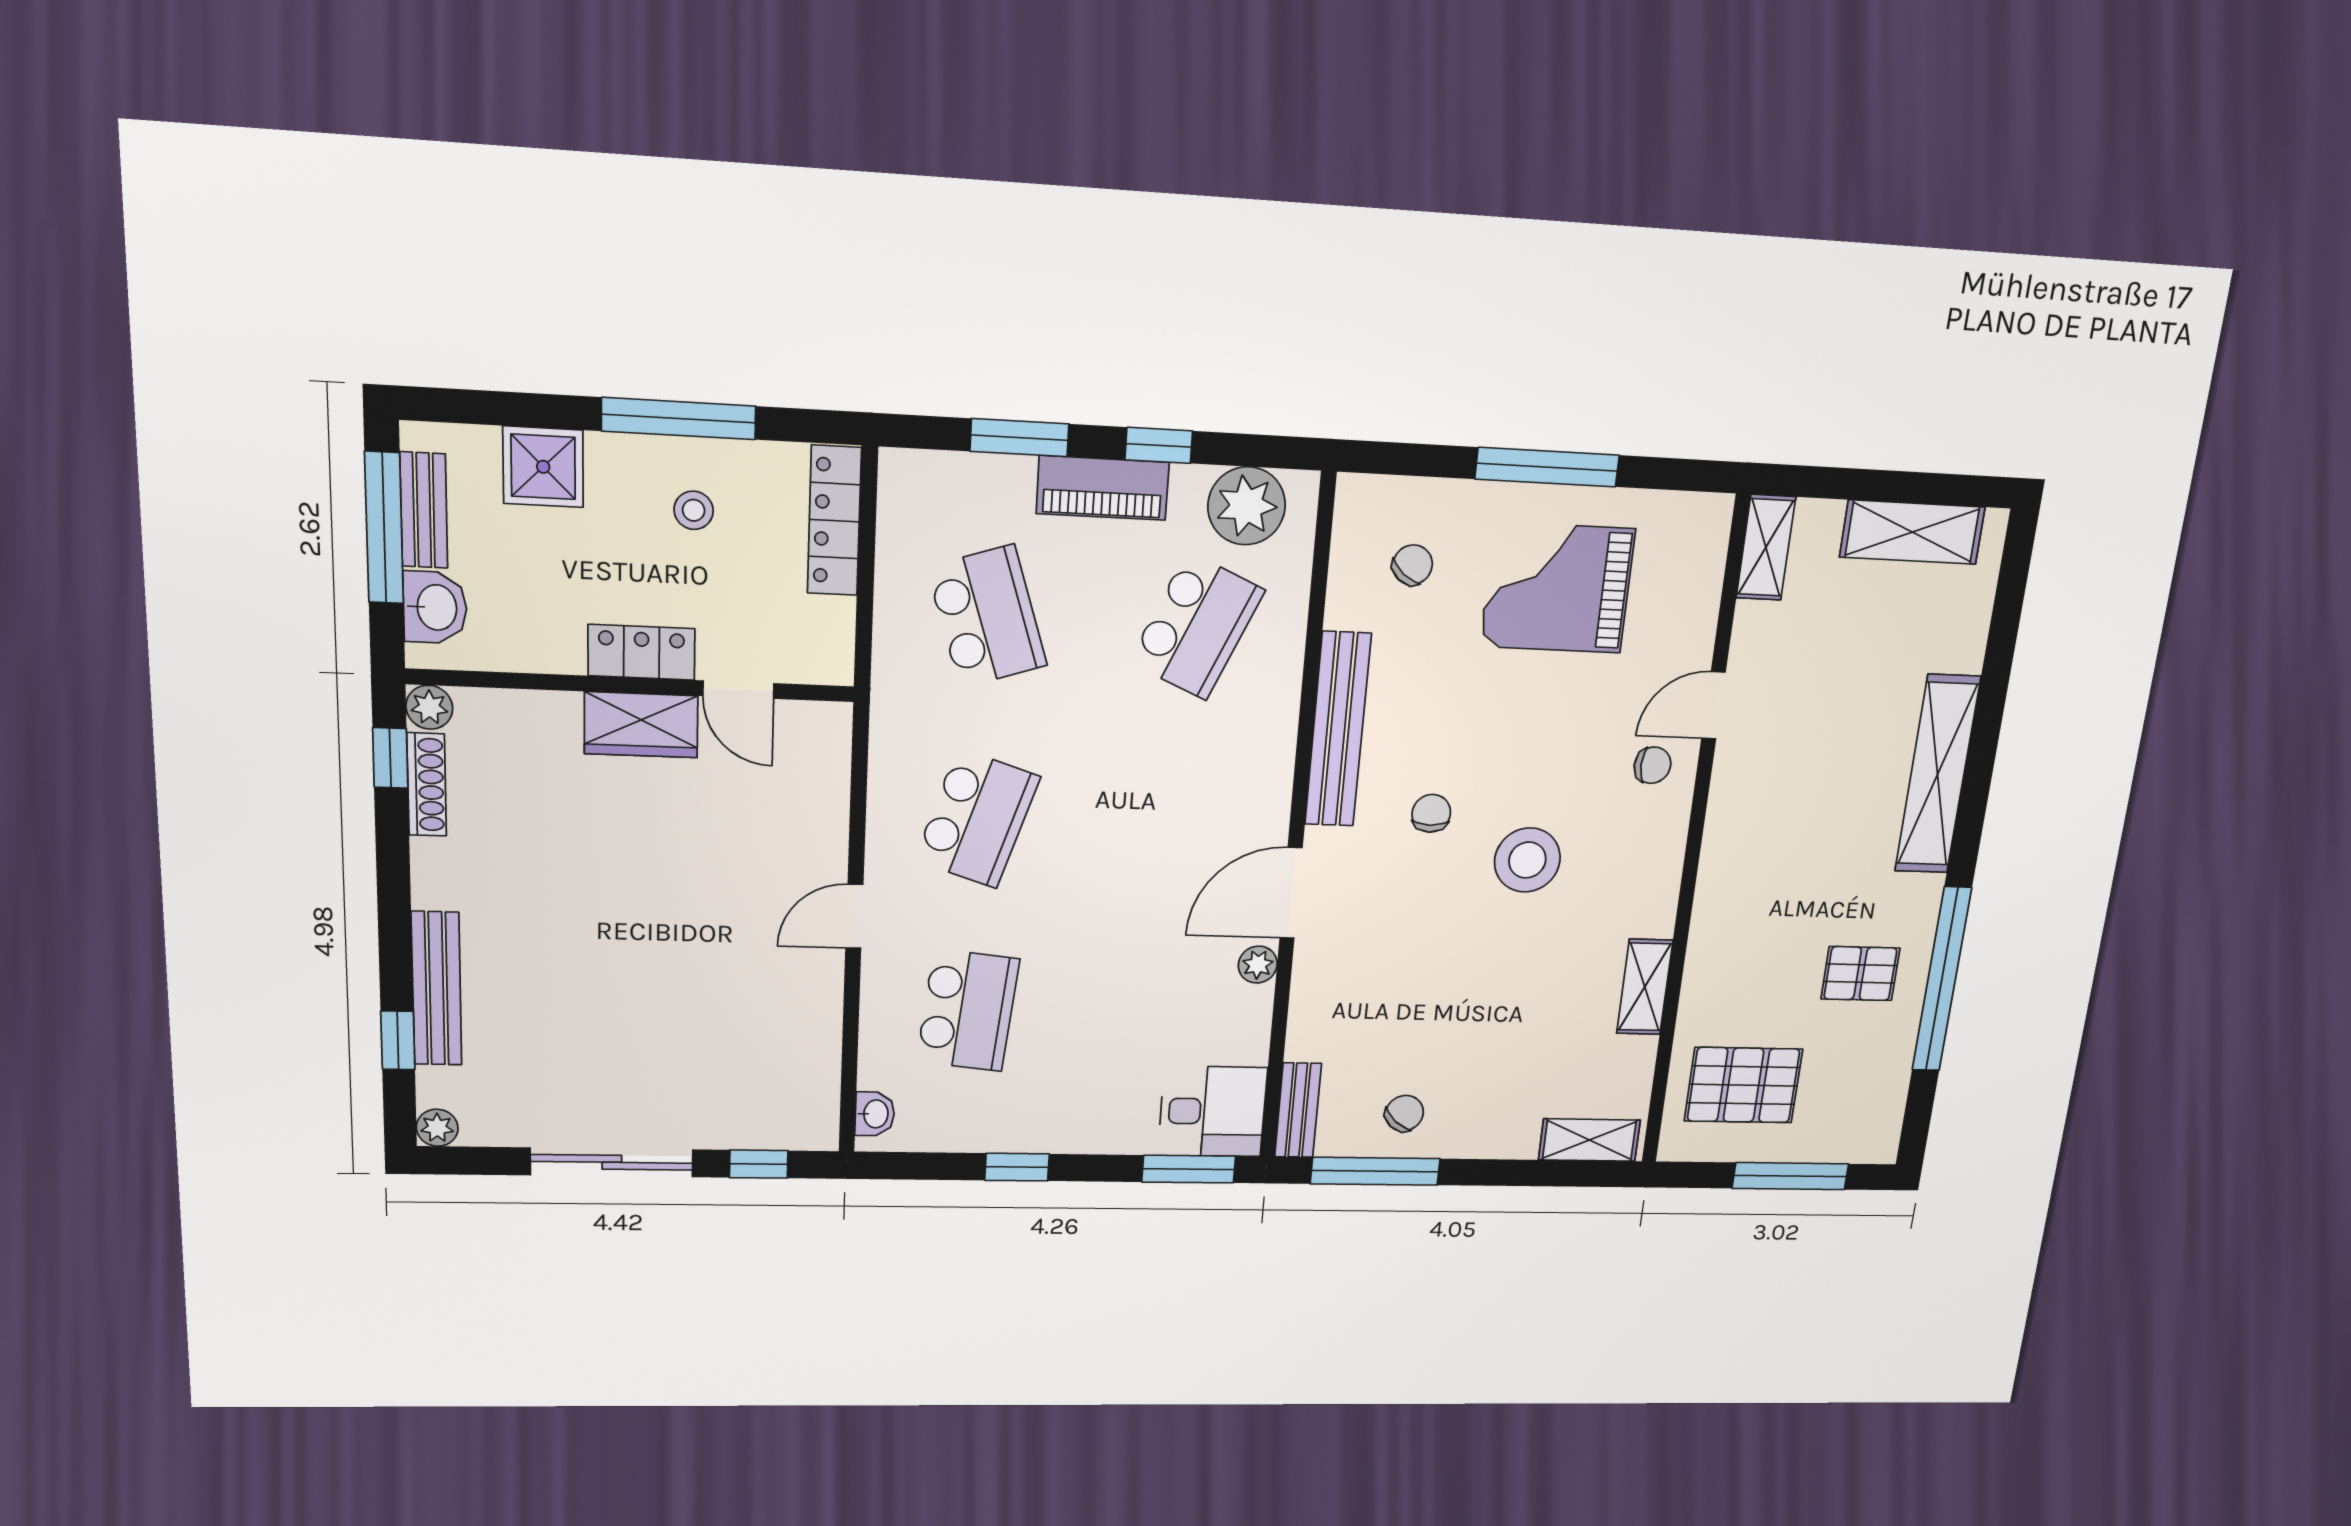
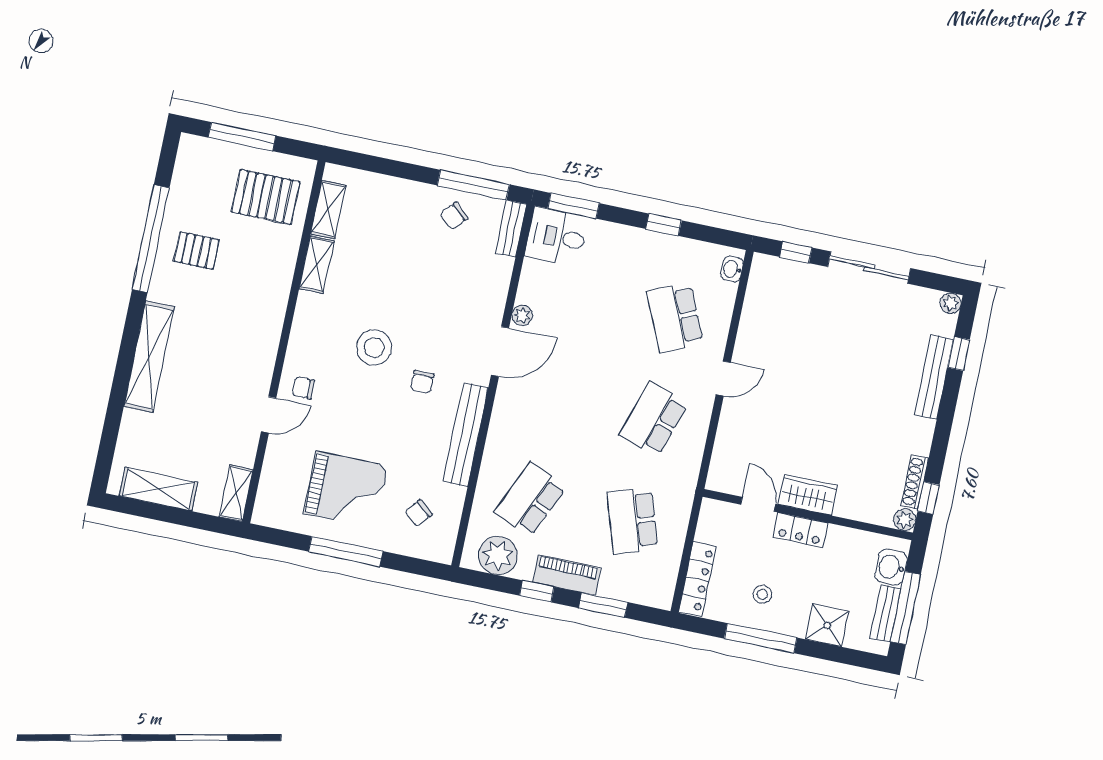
school desk: (968, 1010) -> (675, 317), turned -30
shelving: (1589, 1140) -> (328, 209), moved, turned 90

